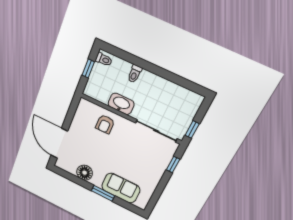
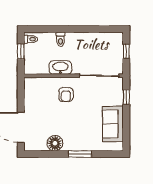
armchair: (105, 124) -> (66, 95), moved
window: (192, 129) -> (126, 51), moved
sofa: (121, 188) -> (113, 124), moved, turned -90

